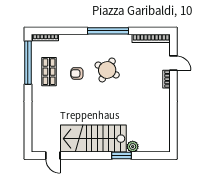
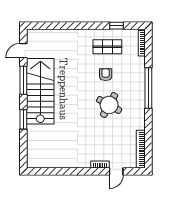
window: (108, 31) -> (148, 88), moved
window: (28, 63) -> (116, 26), width x0.32
plant: (133, 147) -> (32, 131), removed
window: (82, 155) -> (23, 80), added

